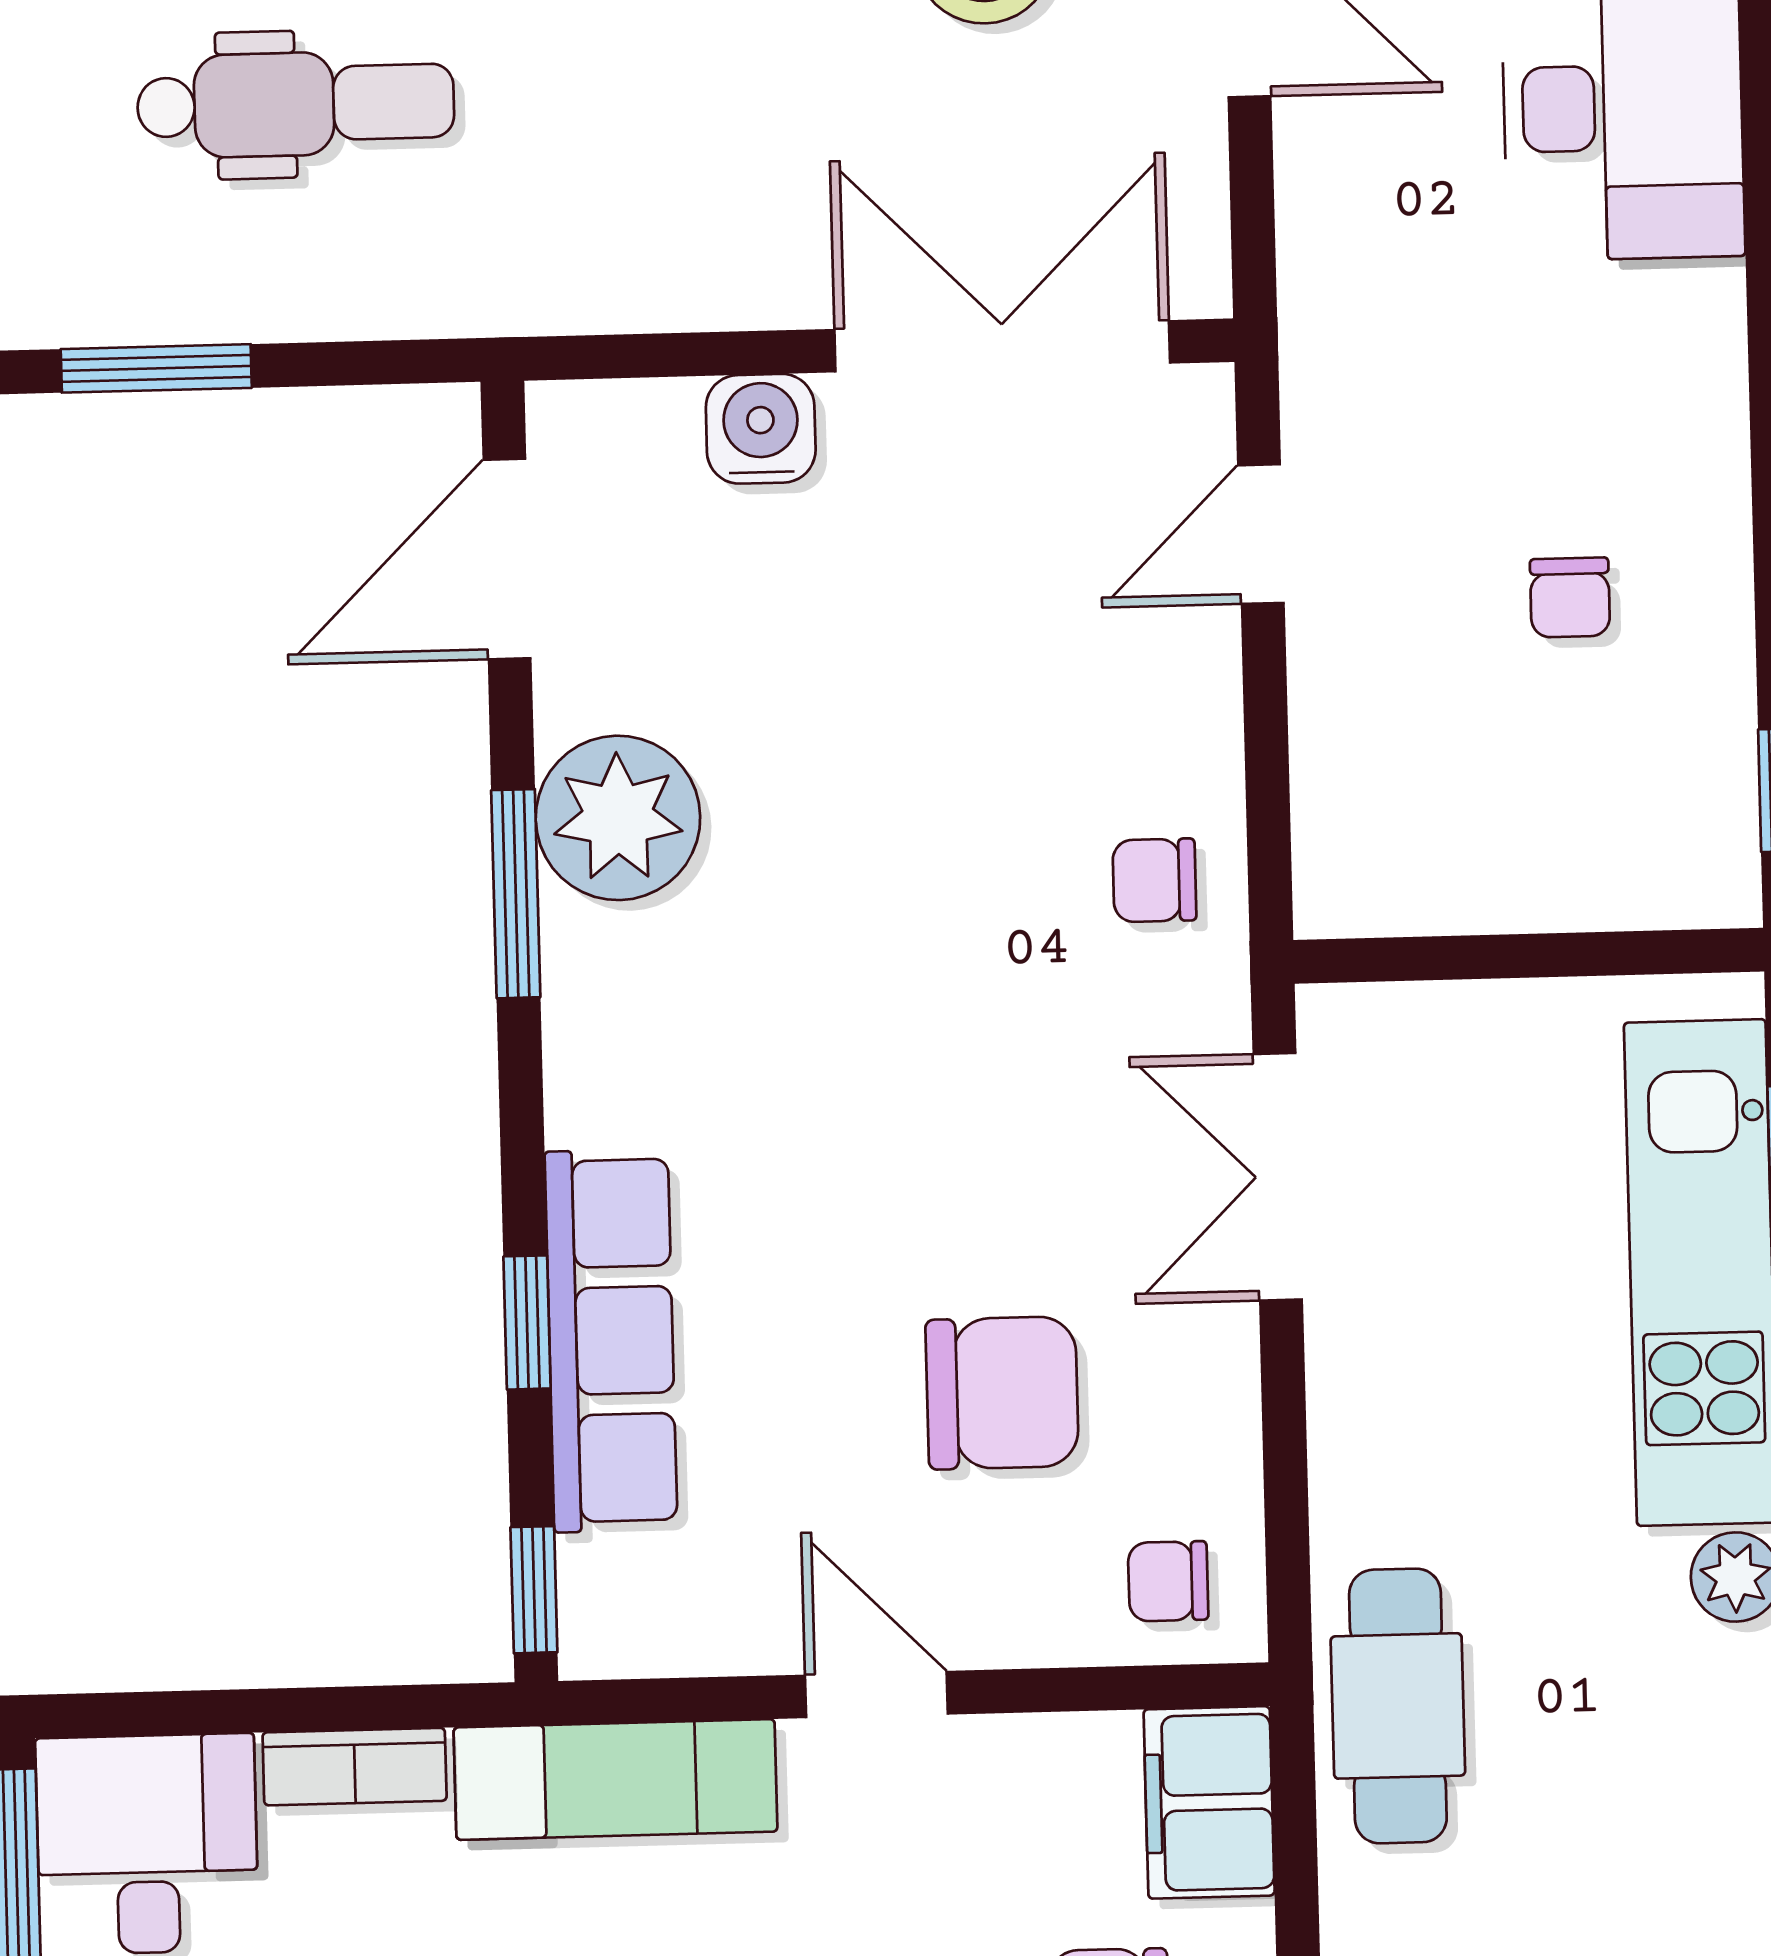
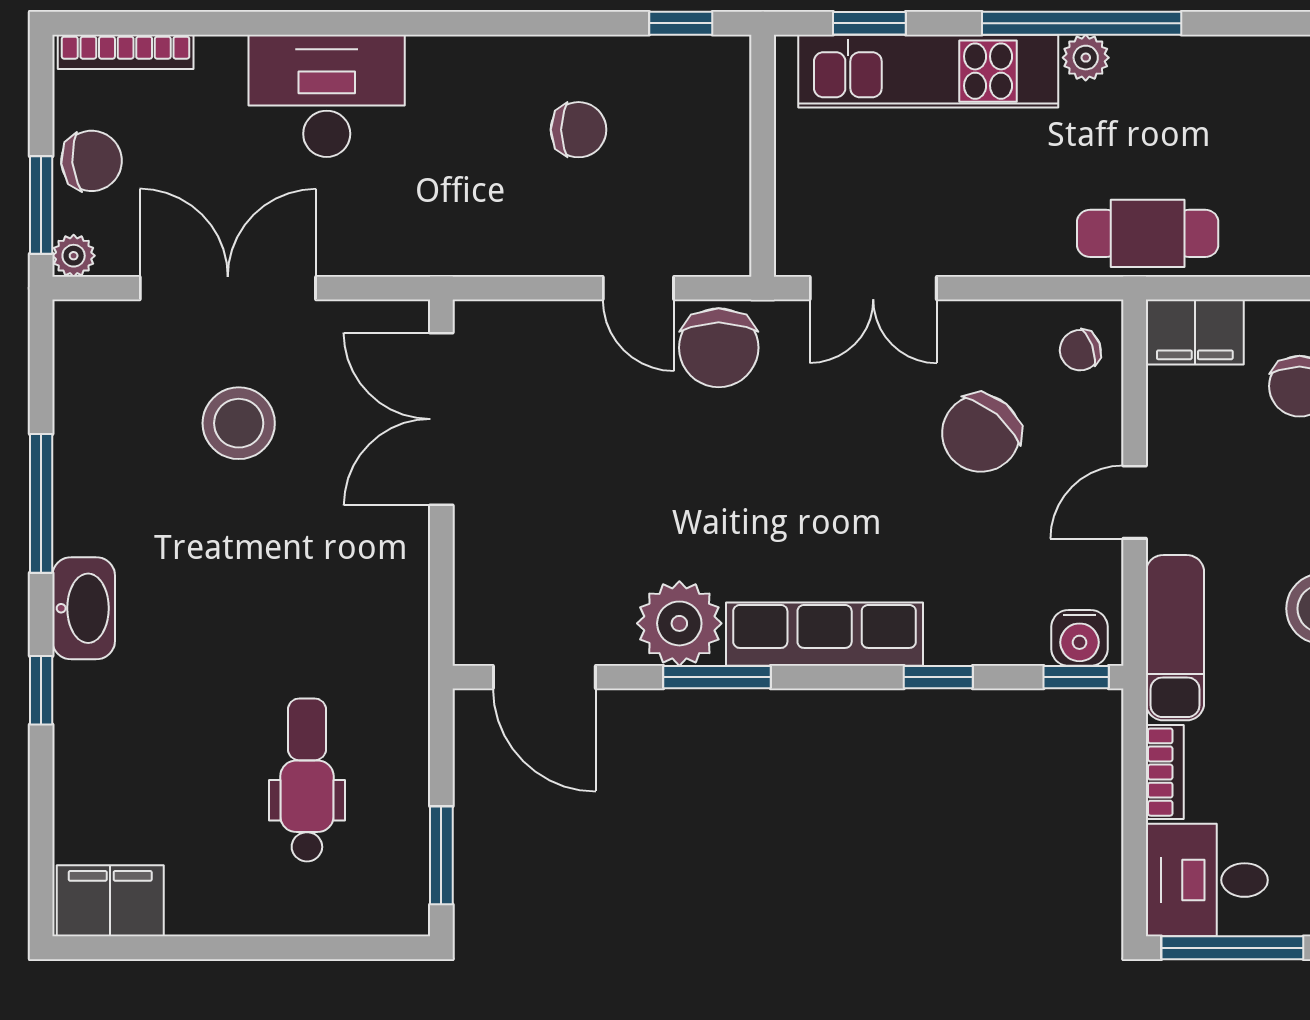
water cooler: (761, 429) -> (1079, 638), moved, turned -90
door: (1261, 534) -> (638, 288), moved
chair: (1570, 597) -> (579, 130), width x1.37, depth x1.37
chair: (1154, 880) -> (719, 348), width x1.87, depth x1.87
row of seats: (611, 1341) -> (825, 634), moved
chair: (1002, 1393) -> (981, 433), turned -140
chair: (1168, 1581) -> (1080, 350), turned 70

